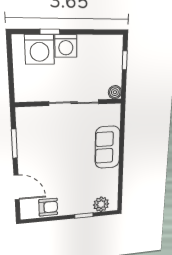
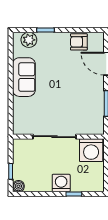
washing machine: (39, 49) -> (91, 150), moved, turned 180
boiler: (115, 92) -> (18, 186), moved
sofa: (108, 147) -> (24, 77), moved

